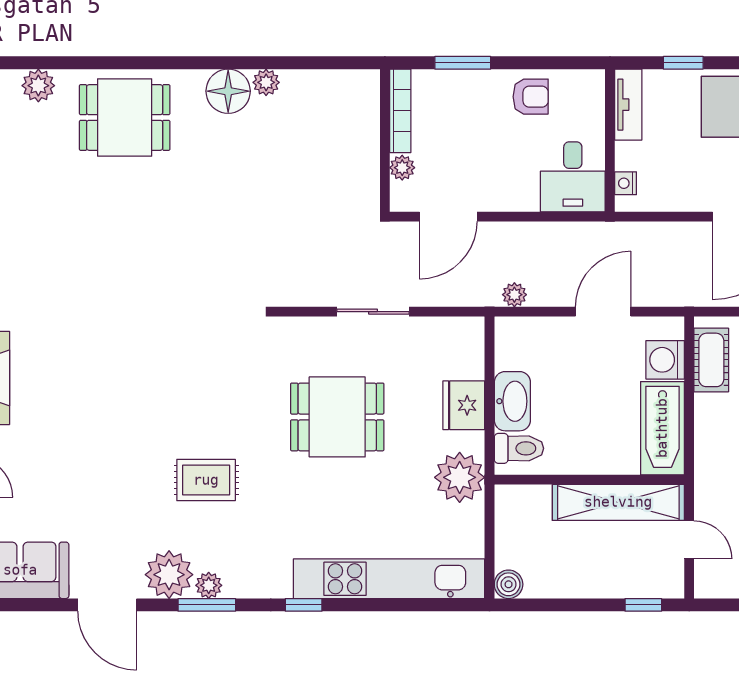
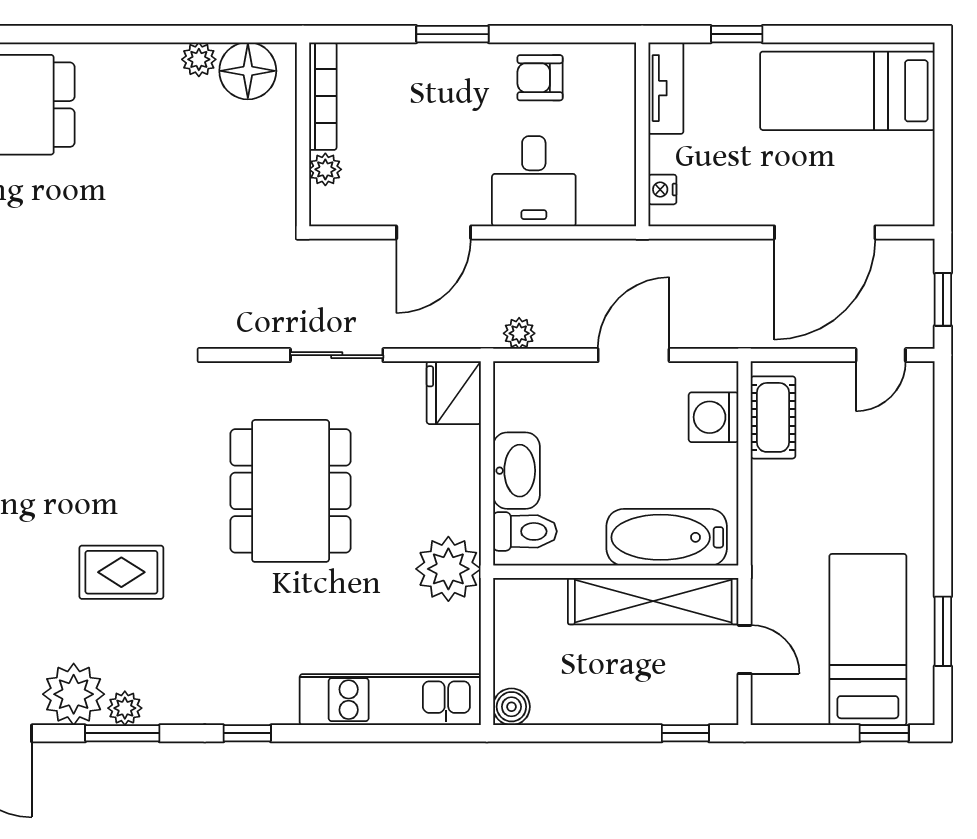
floor lamp: (228, 91) -> (248, 71), moved
armchair: (531, 97) -> (540, 78), turned 180
bookcase: (400, 111) -> (323, 96), moved
wall: (385, 140) -> (303, 134), moved
plant: (402, 168) -> (325, 169), moved
desk: (573, 177) -> (534, 181), moved
fridge: (464, 405) -> (454, 393), moved
dining table: (337, 417) -> (291, 491), width x1.38
bathtub: (662, 428) -> (667, 537), moved, turned 90
kitchen unit: (389, 579) -> (390, 700), width x0.73

